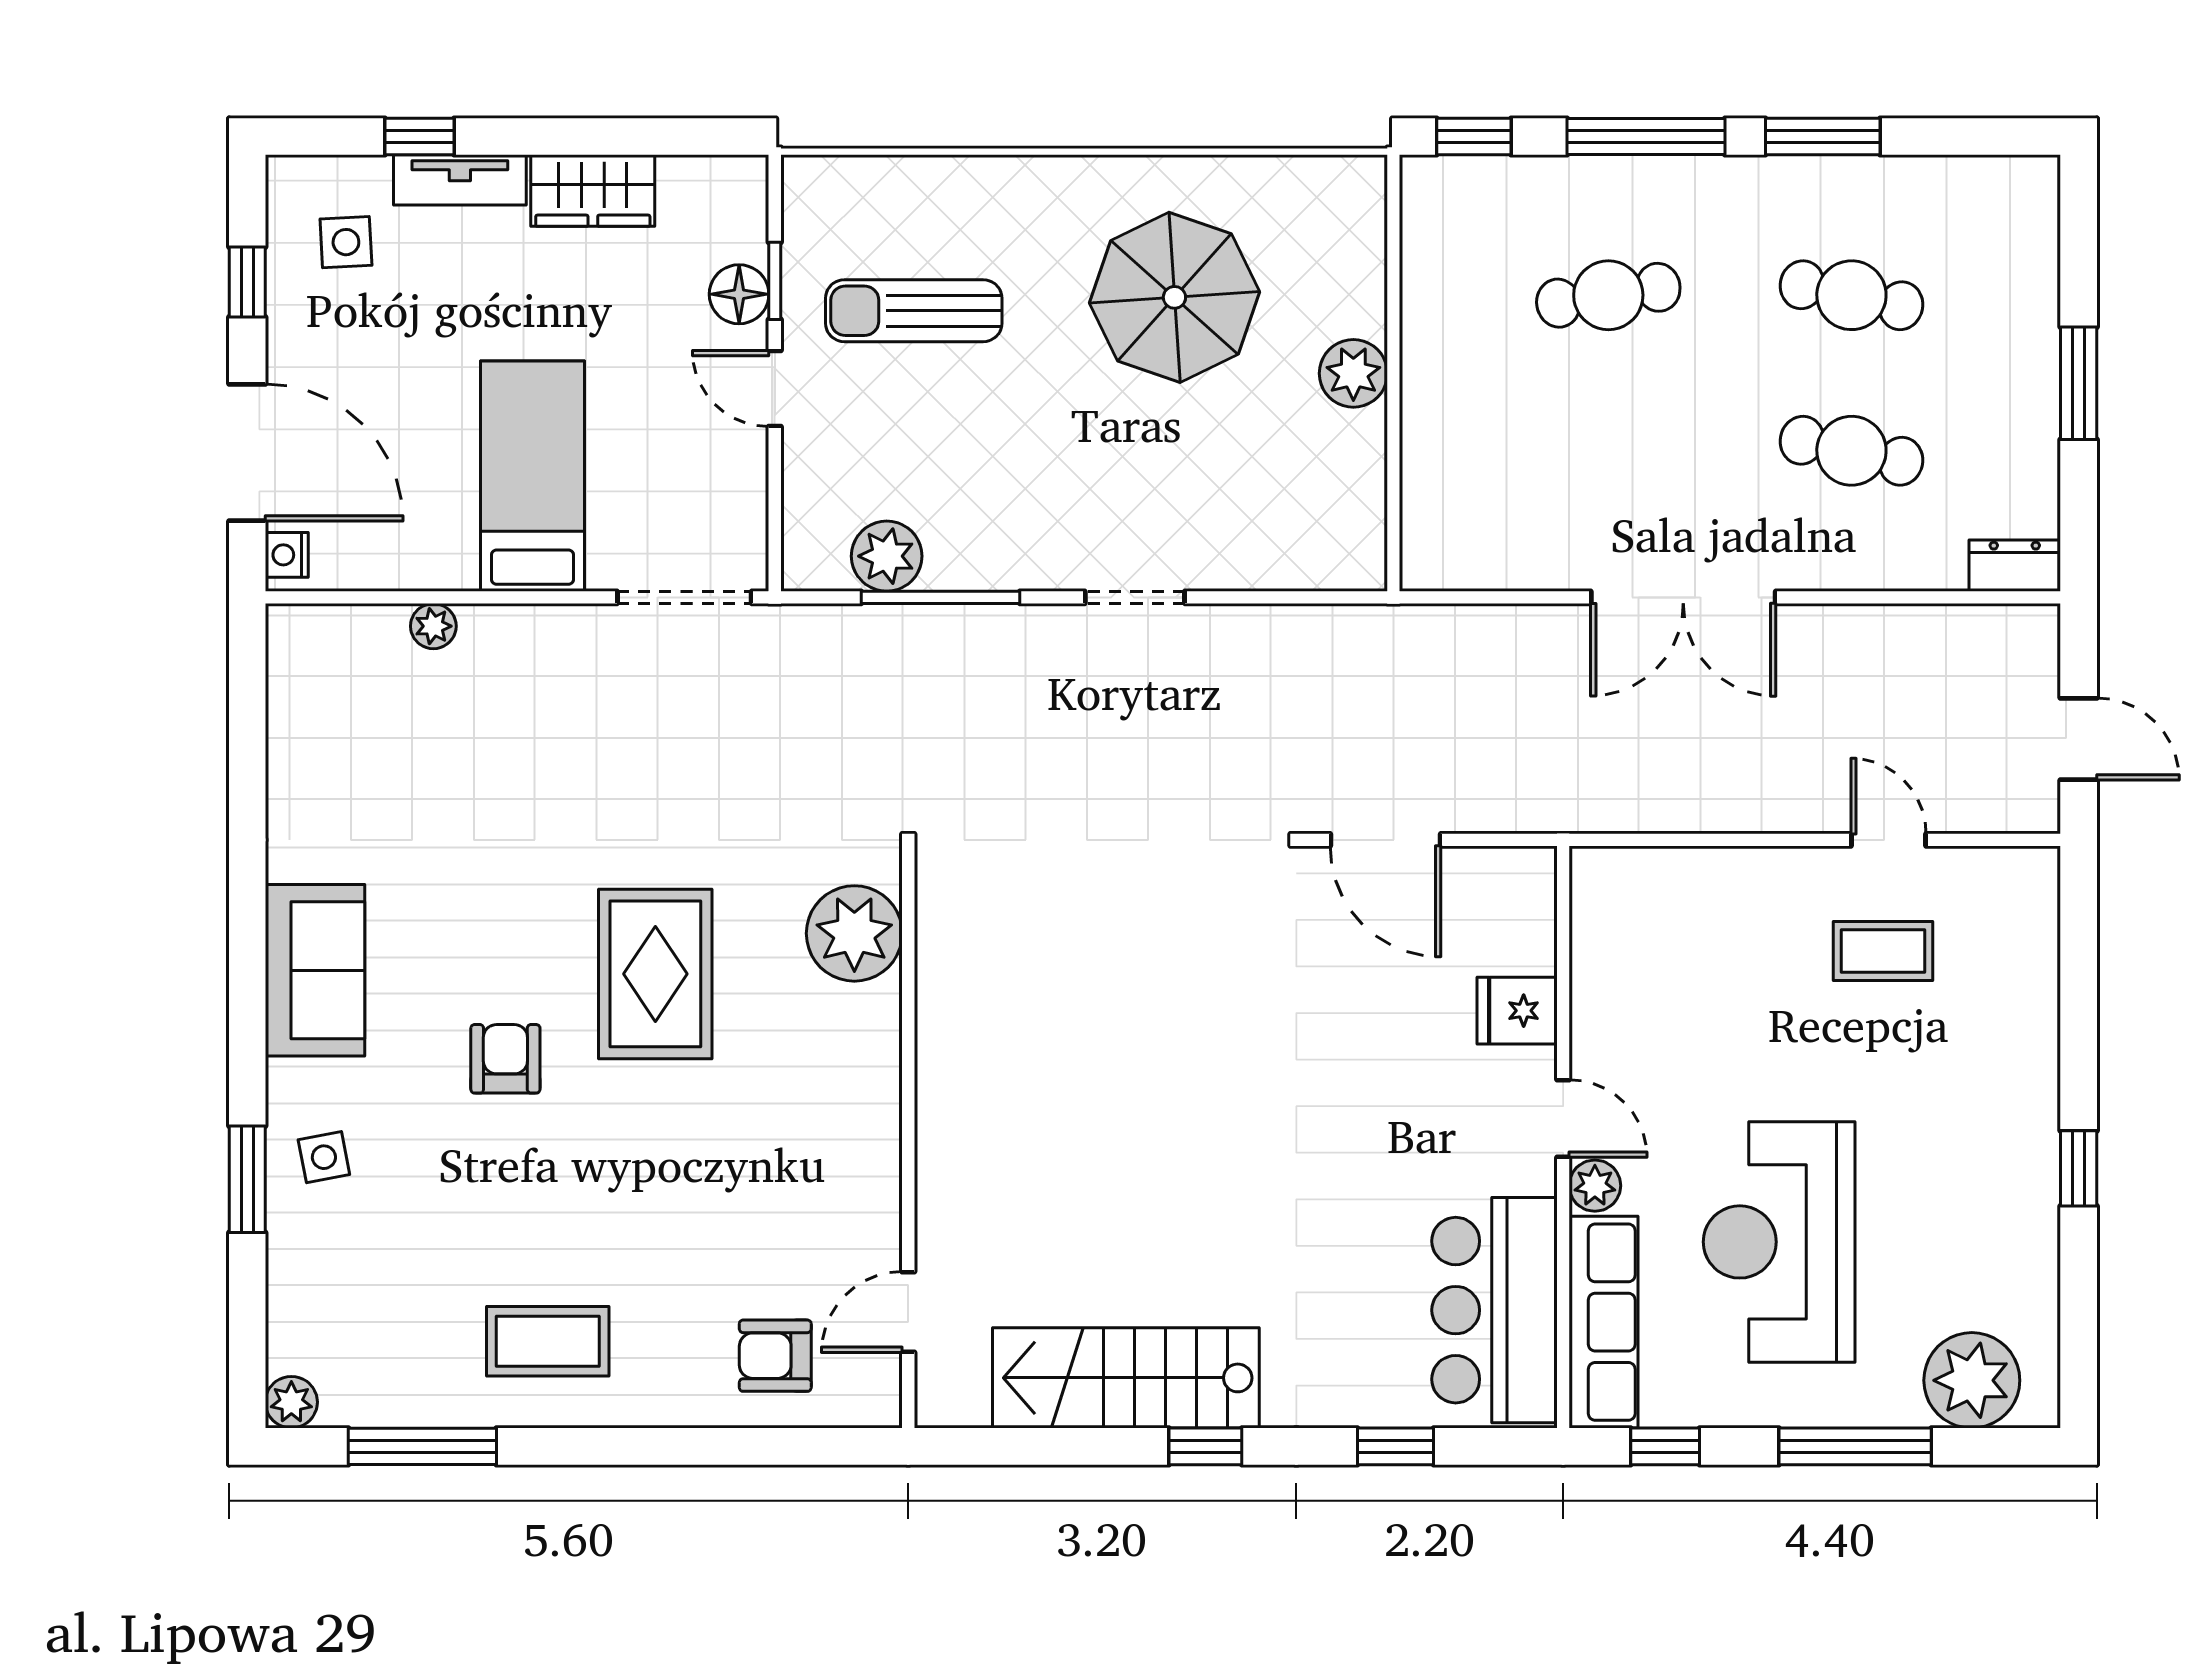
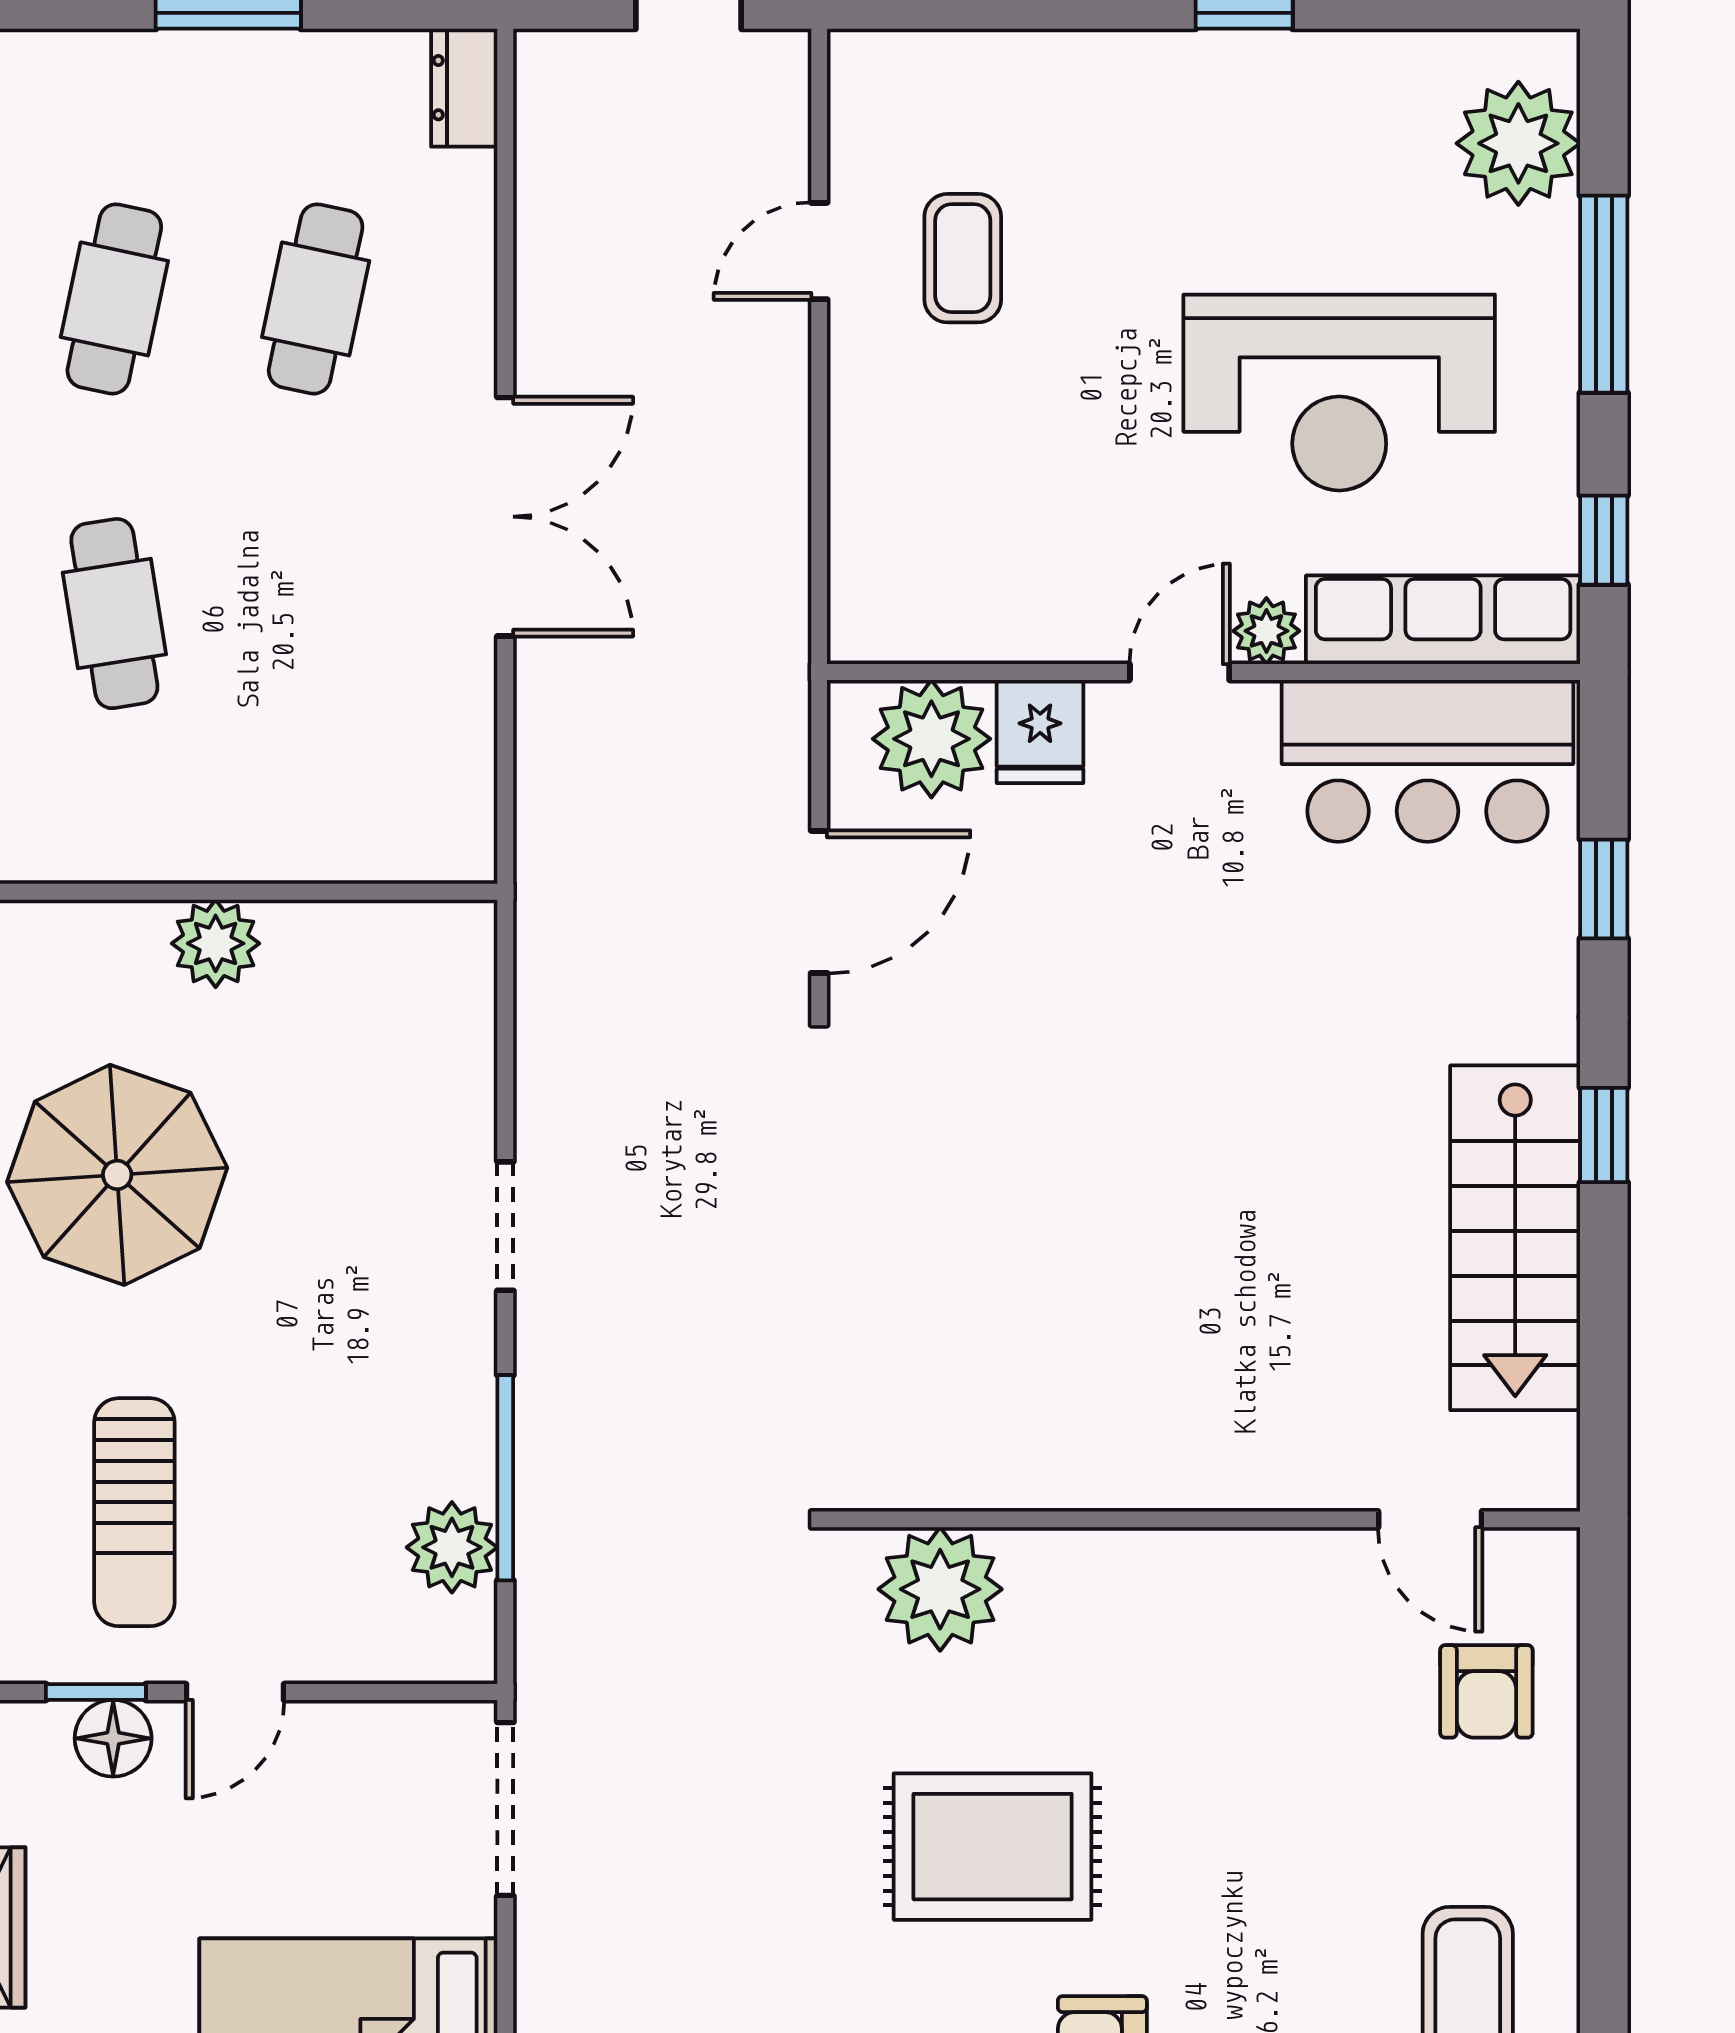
plant: (1512, 927) -> (931, 739), added

